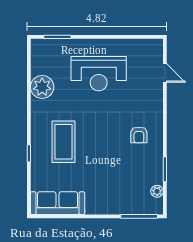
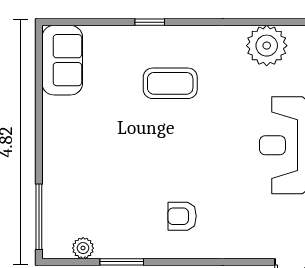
coffee table: (64, 142) -> (170, 83), width x0.73, depth x0.76
sofa: (58, 203) -> (62, 60), width x0.73

